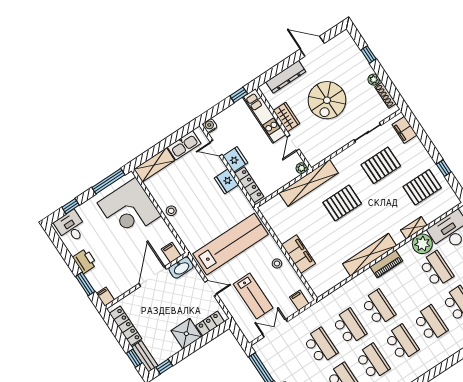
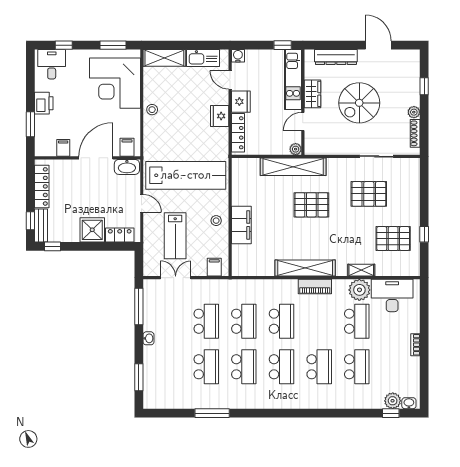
filing cabinet: (405, 130) -> (412, 176), removed
window: (108, 181) -> (113, 45), width x0.69
filing cabinet: (105, 297) -> (63, 148), moved

